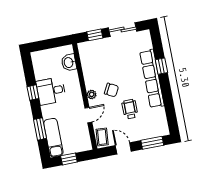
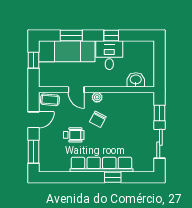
exam couch: (53, 138) -> (67, 51), width x1.36, depth x1.45

